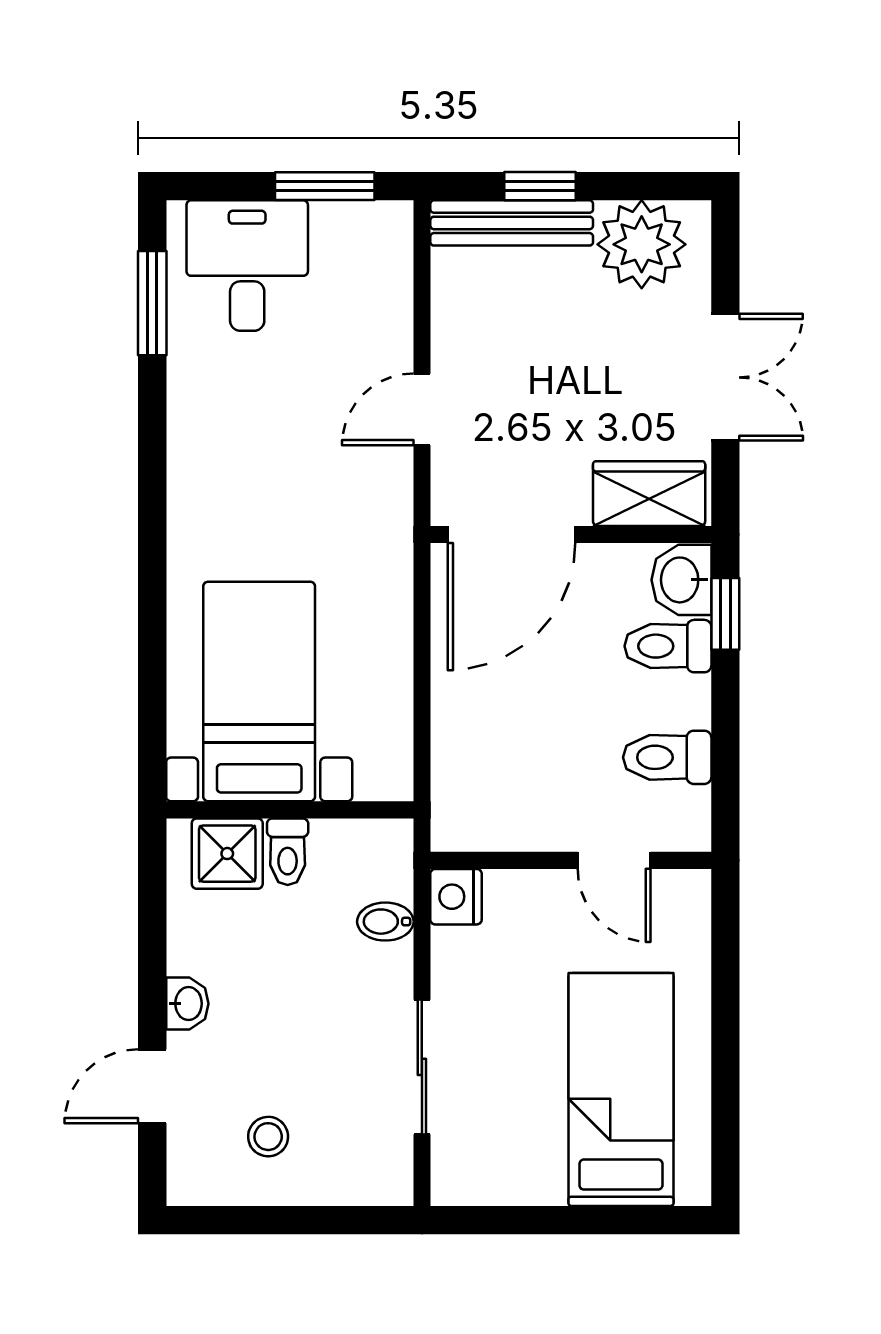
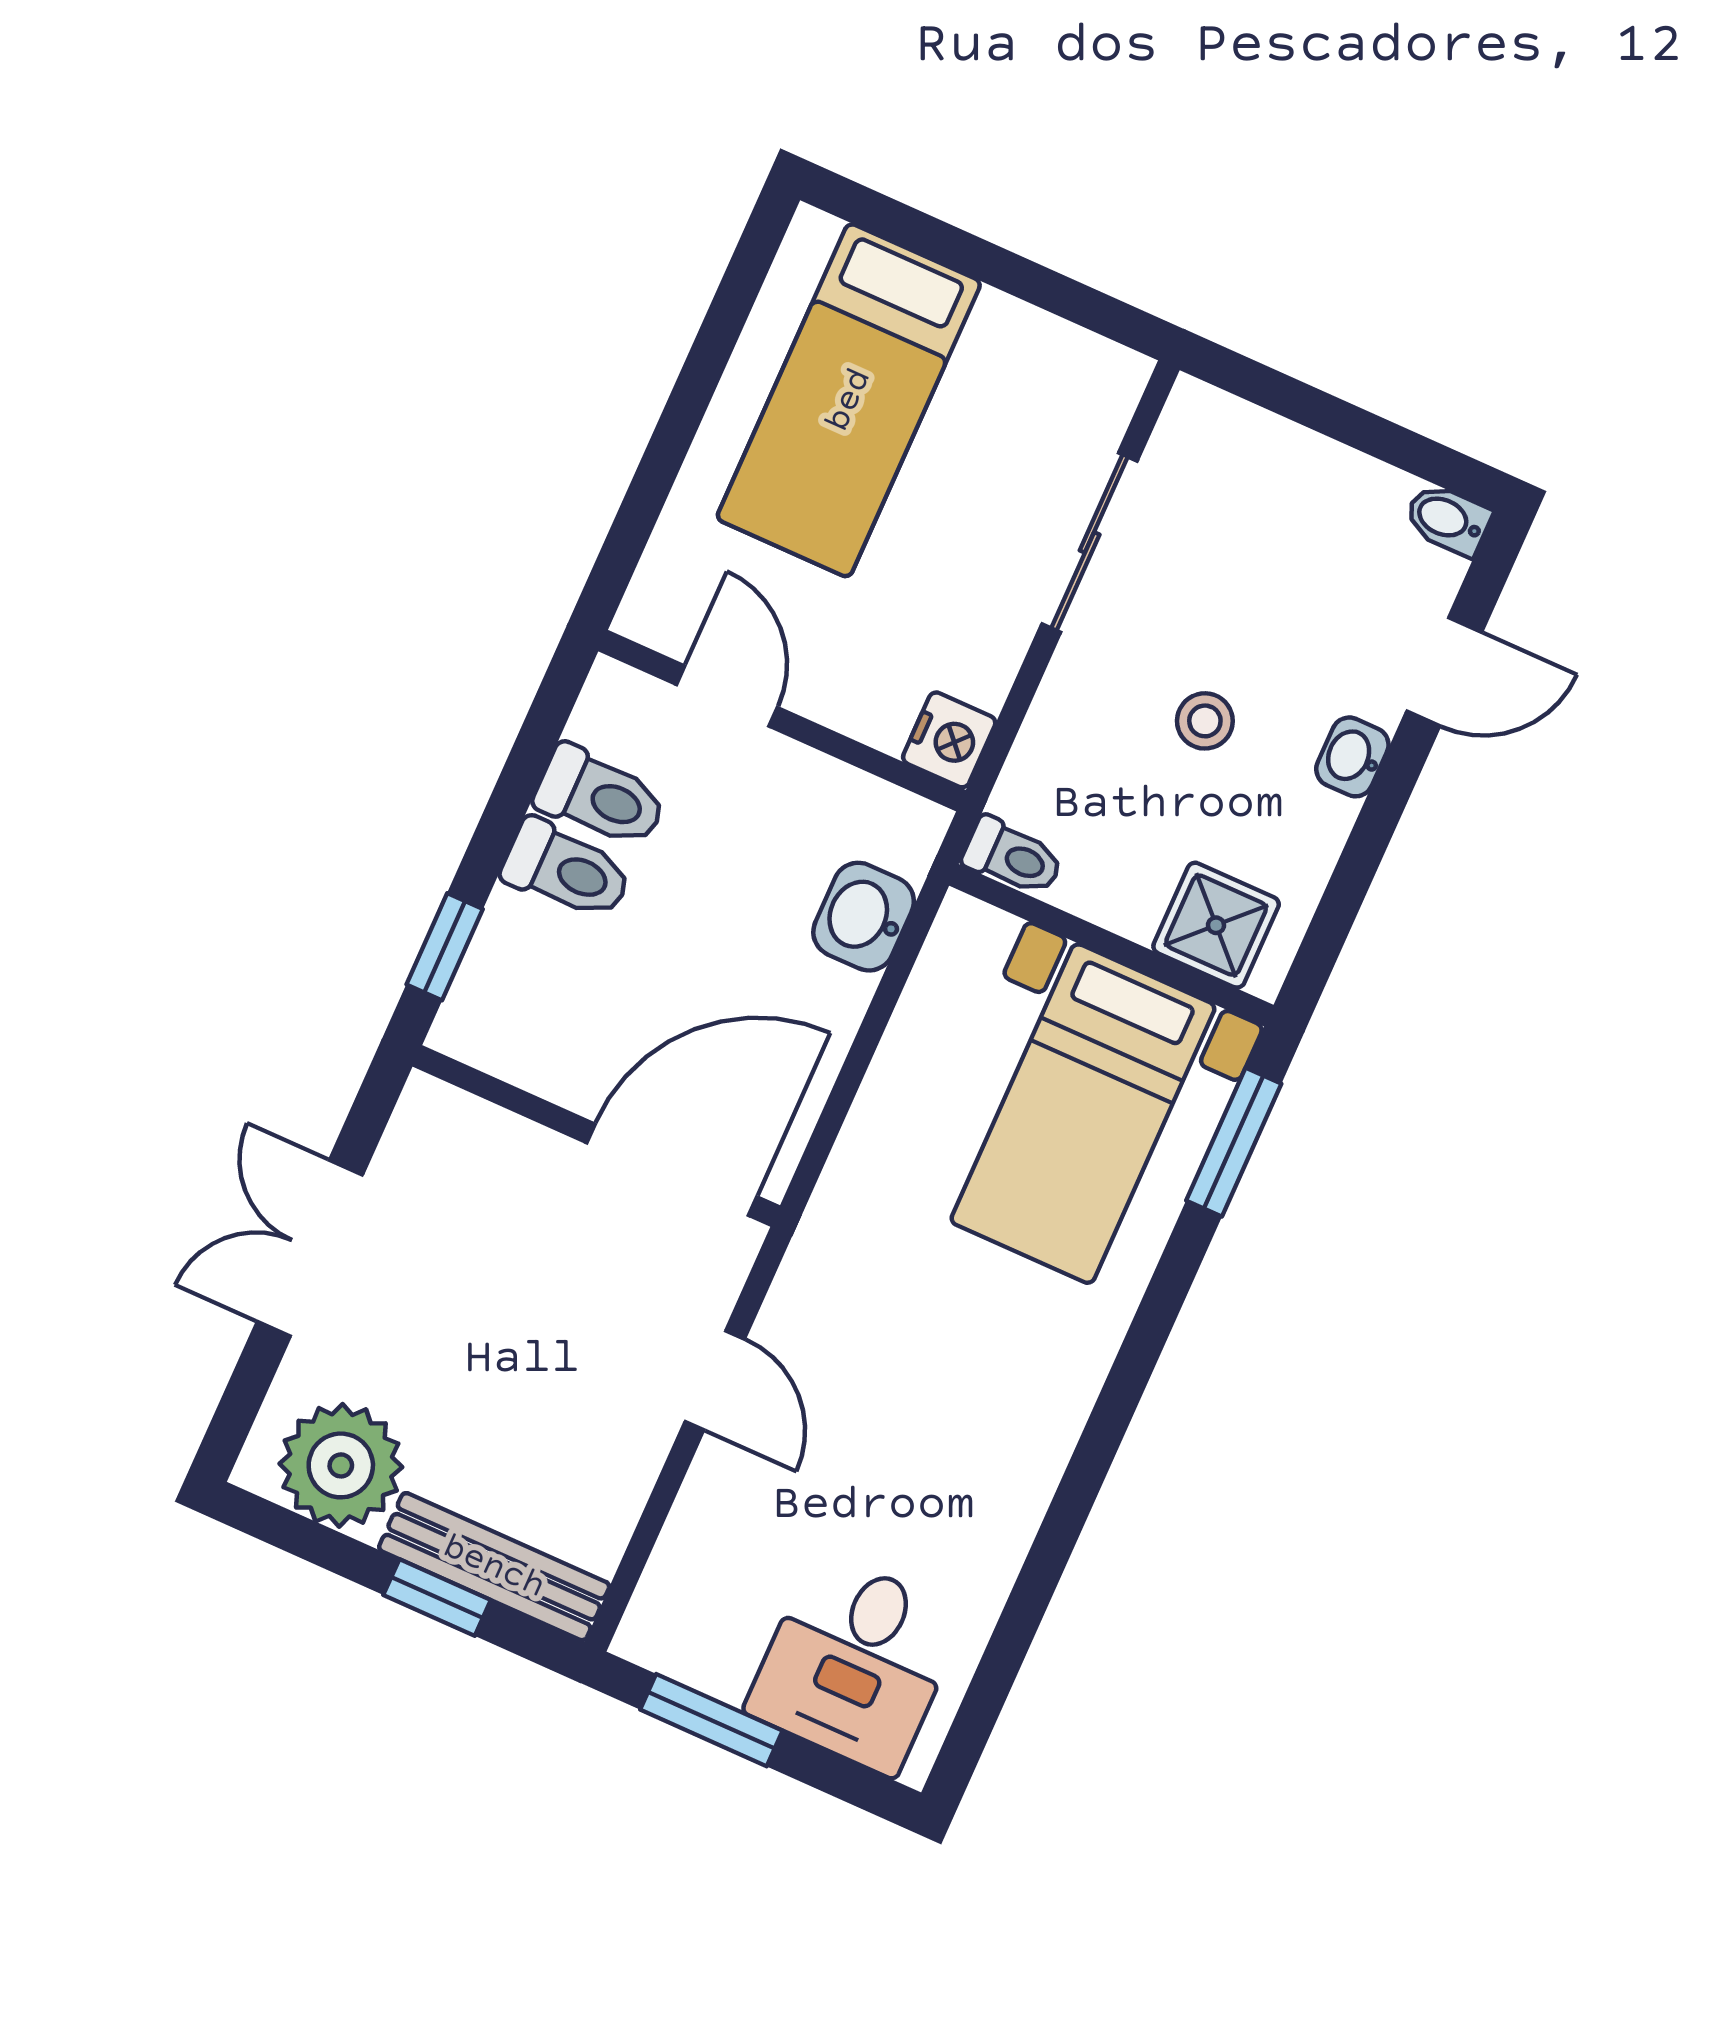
window: (152, 303) -> (1234, 1142), moved
door: (422, 409) -> (715, 1380), hinge flipped
wardrobe: (649, 494) -> (473, 1143), removed
washbasin: (681, 580) -> (864, 917), moved, turned 180
toilet: (668, 646) -> (567, 870), moved
toilet: (288, 852) -> (1013, 857), moved, turned 90
bidet: (385, 922) -> (1448, 519), moved, turned 180
stool: (268, 1137) -> (1205, 721), moved

